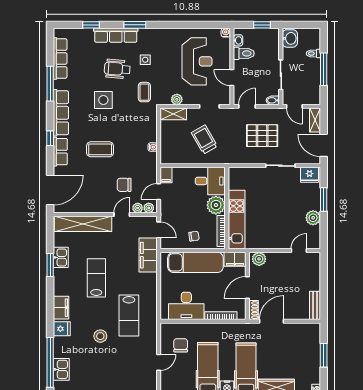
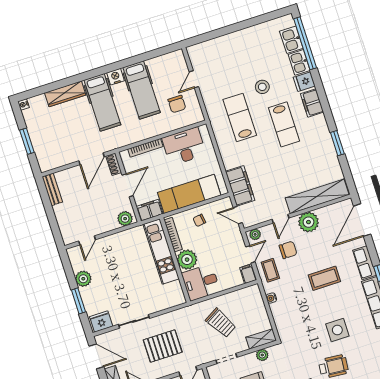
coffee table: (144, 92) -> (270, 270), moved
plant: (138, 208) -> (308, 222), moved, width x1.88, depth x1.88
kitchen sink: (61, 257) -> (299, 62), moved
lab bench: (96, 278) -> (284, 124), moved

